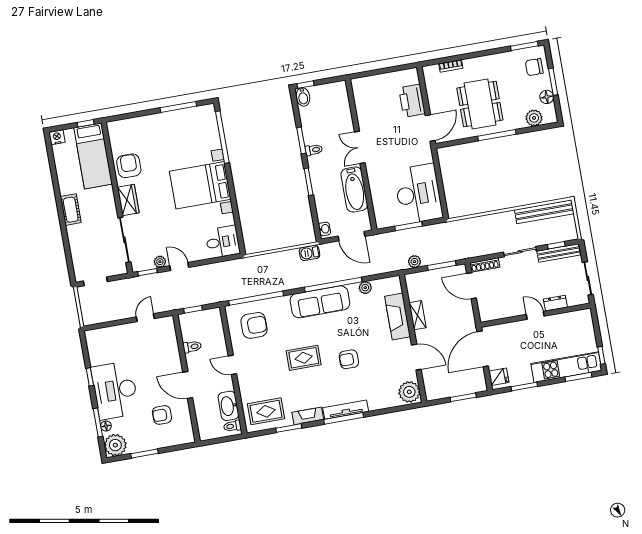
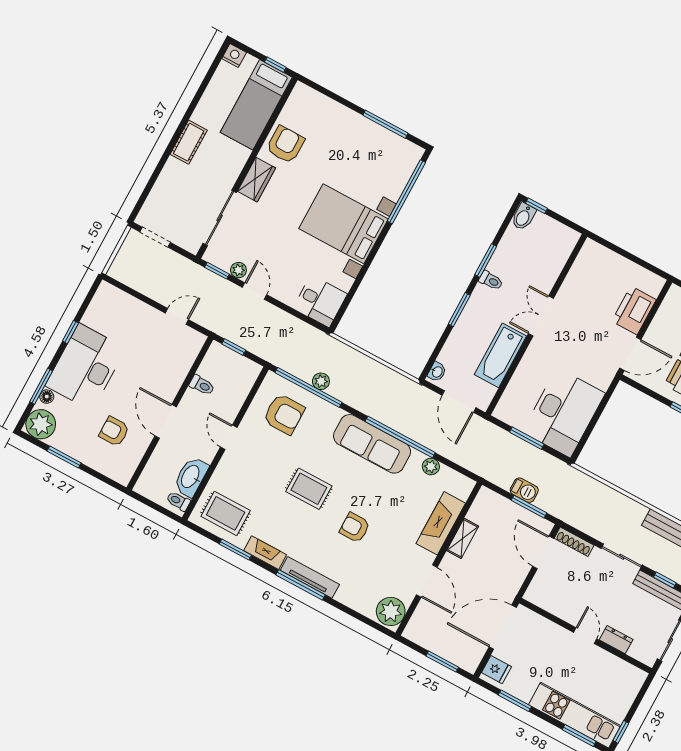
barbecue: (310, 253) -> (524, 490), moved, turned 180
plant: (414, 262) -> (321, 381), moved

